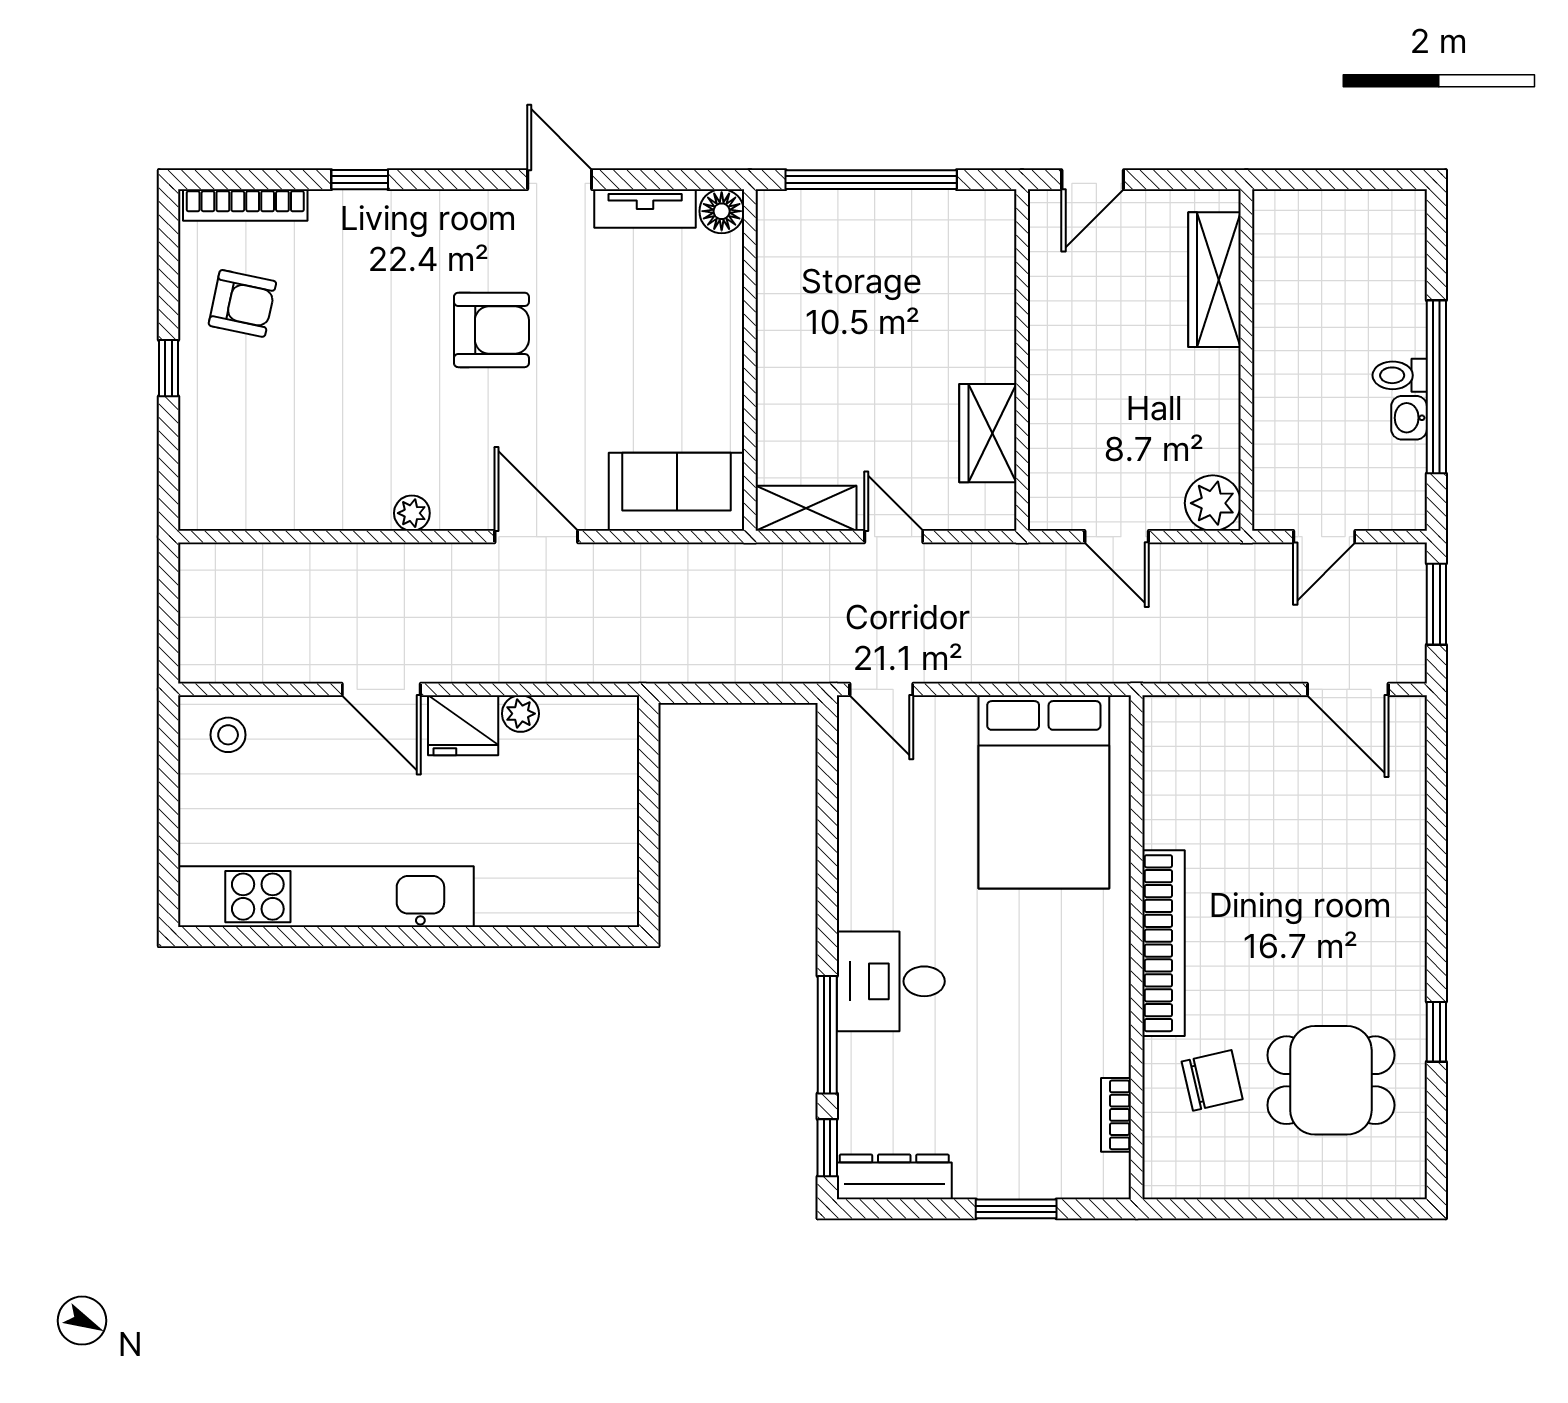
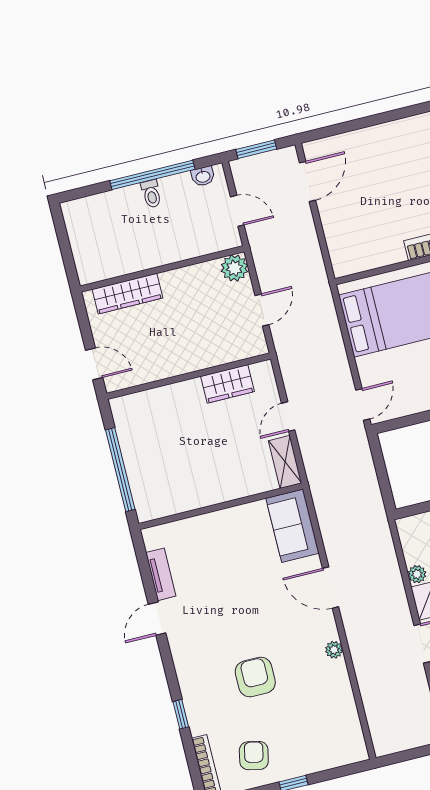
floor lamp: (722, 211) -> (153, 537), removed
armchair: (491, 330) -> (255, 677), moved
washbasin: (1409, 418) -> (203, 176), moved
door: (536, 537) -> (331, 588), hinge flipped

